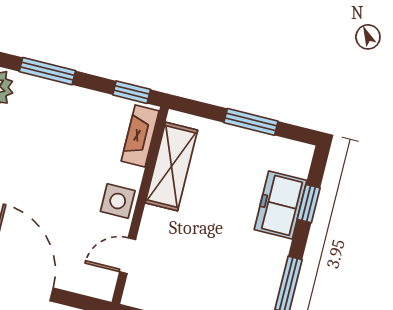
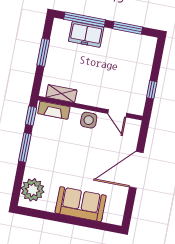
window: (47, 71) -> (25, 147), moved
shelving: (171, 167) -> (61, 94), width x0.67, depth x0.75
window: (309, 204) -> (85, 20), width x2.17

